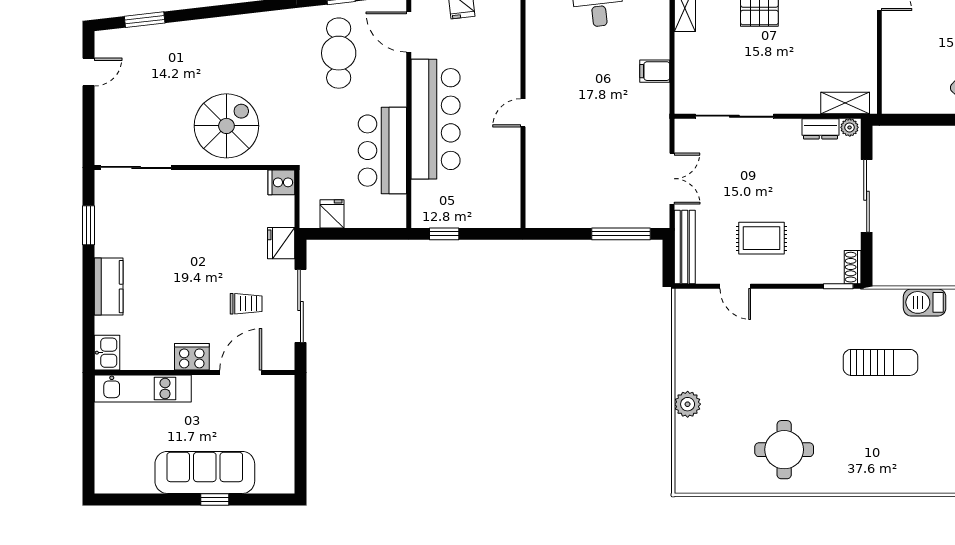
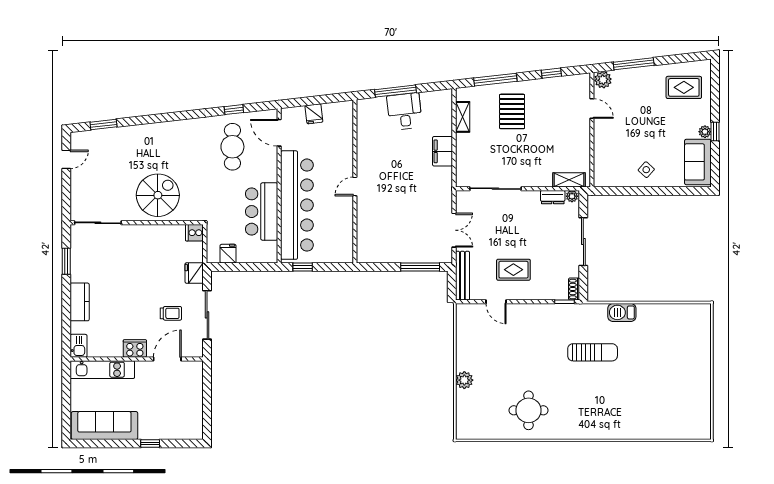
filing cabinet: (655, 71) -> (443, 151), width x2.00
bar counter: (436, 119) -> (297, 205), width x1.36
sofa: (205, 472) -> (104, 425), moved

